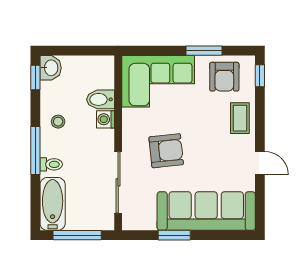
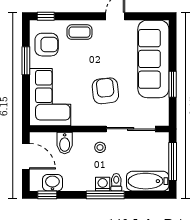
door: (84, 51) -> (26, 156), added
washbasin: (51, 68) -> (52, 183), moved
washing machine: (105, 119) -> (103, 184), moved, turned 180
stool: (58, 122) -> (100, 147), moved

